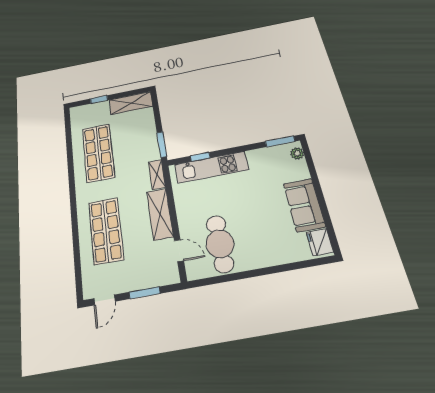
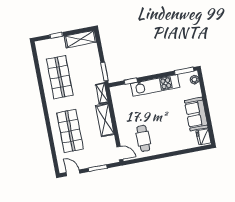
kitchen unit: (211, 167) -> (155, 85), moved
cafe table: (220, 244) -> (143, 138), width x0.73, depth x0.74
door: (179, 251) -> (120, 153), moved
door: (104, 300) -> (73, 173), swing flipped

